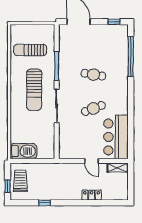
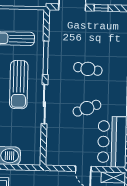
window: (114, 22) -> (101, 8), moved

